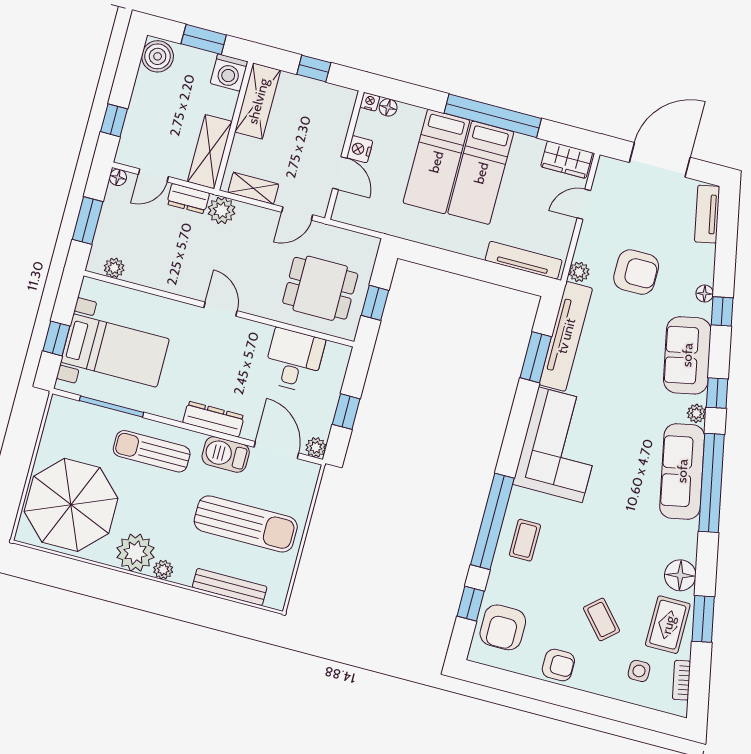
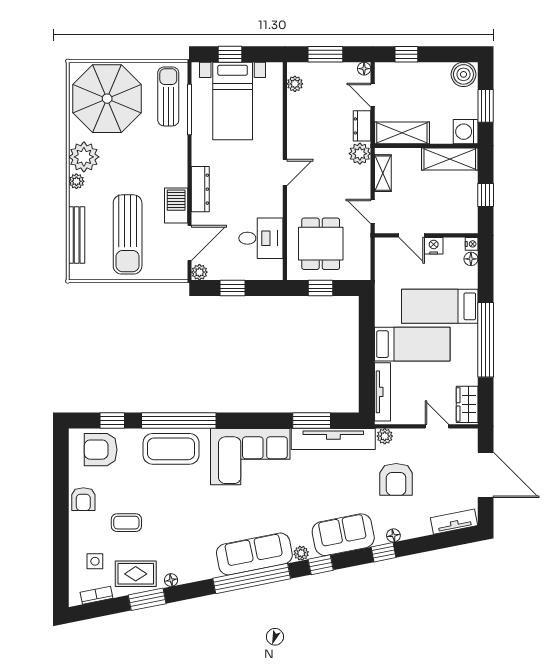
door: (340, 173) -> (412, 235), hinge flipped
bed: (481, 173) -> (412, 344), moved, turned 180
sun lounger: (152, 451) -> (168, 96), moved
coffee table: (525, 540) -> (171, 449), width x1.86, depth x1.72
floor lamp: (680, 575) -> (171, 580), width x0.53, depth x0.53
coffee table: (602, 619) -> (126, 523), turned 41

